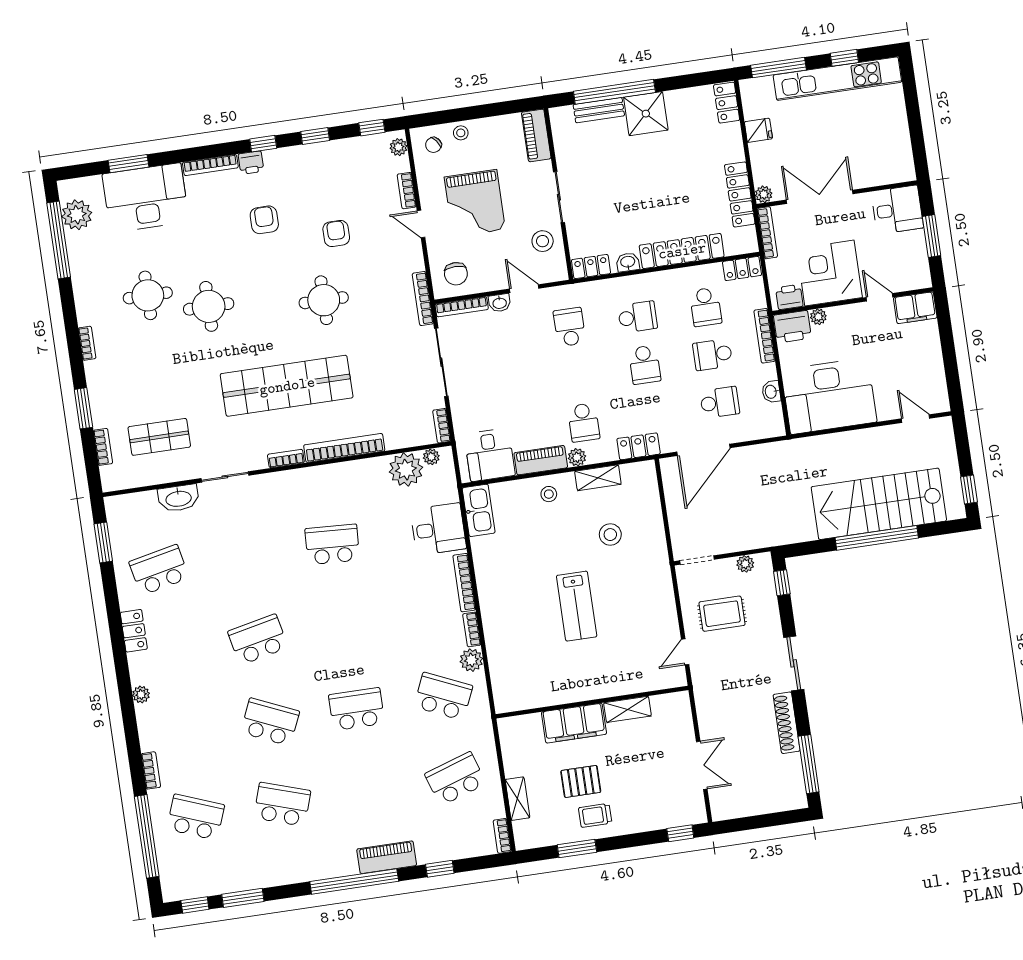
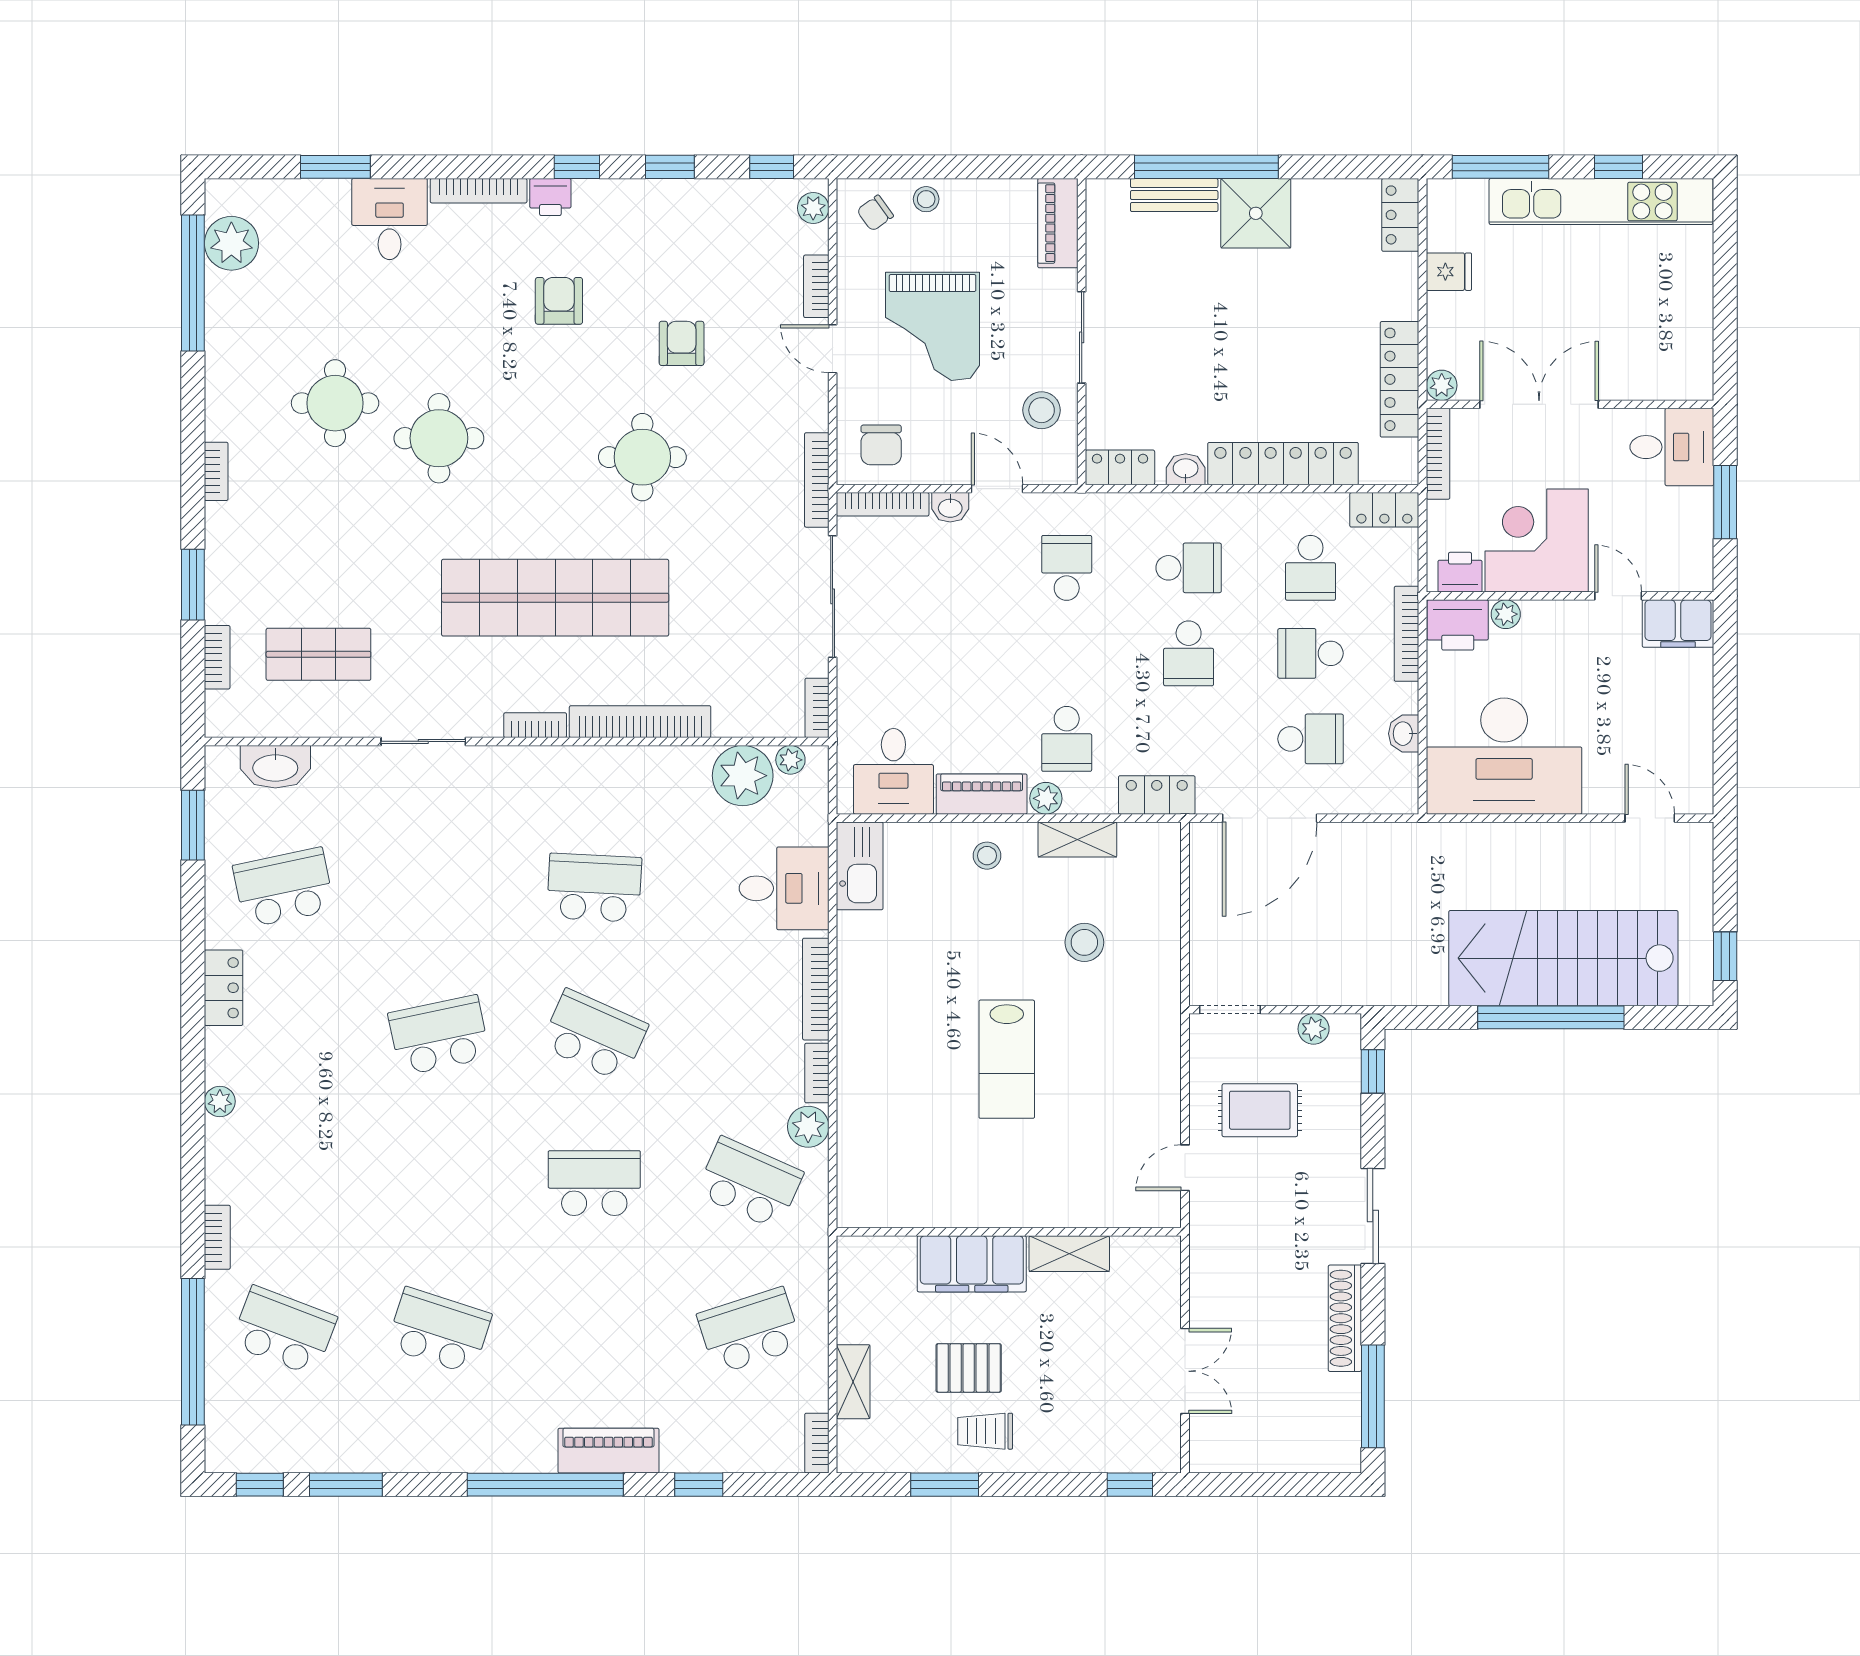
desk: (146, 198) -> (390, 219), width x0.53, depth x0.77
washbasin: (178, 498) -> (275, 767), moved
school desk: (270, 722) -> (594, 1035), moved

